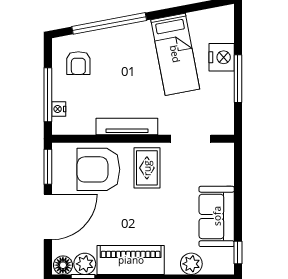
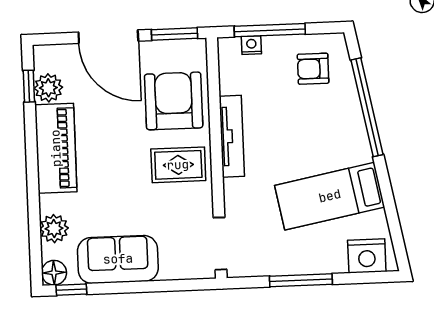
nightstand: (222, 57) -> (367, 256), moved
doorway: (191, 139) -> (220, 244), moved
floor lamp: (63, 265) -> (54, 273), moved

